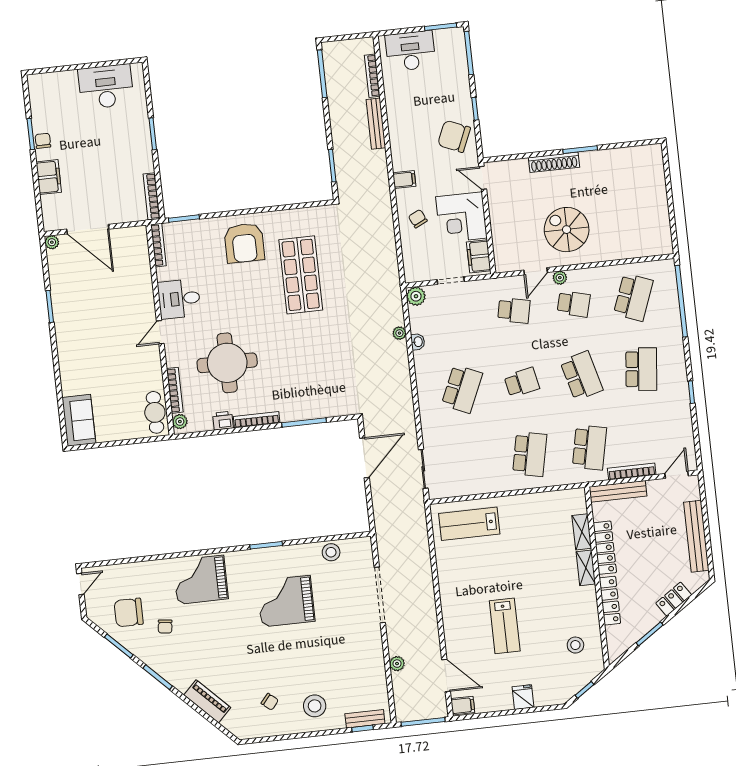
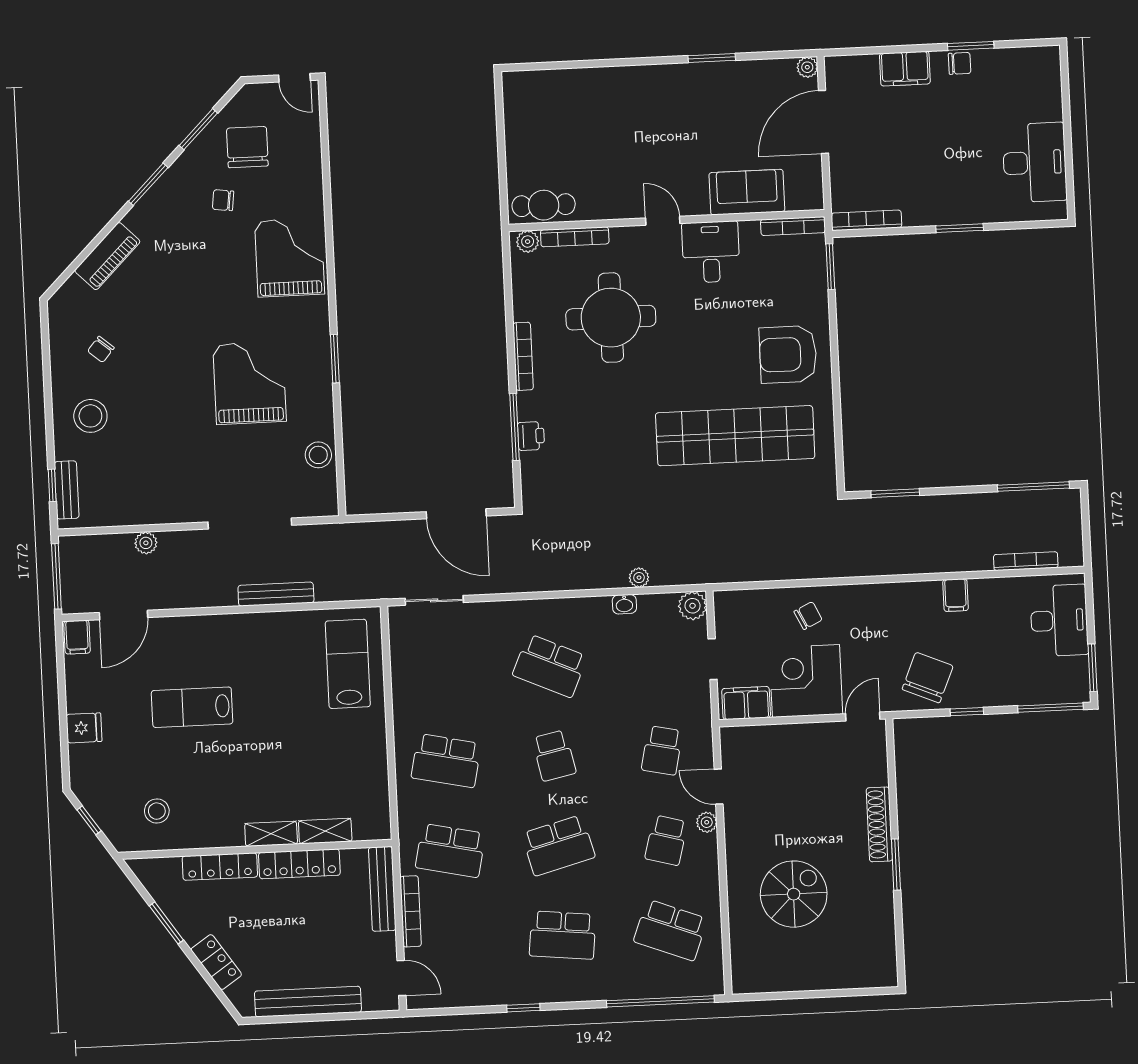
bench: (376, 124) -> (276, 594), moved
filing cabinet: (404, 180) -> (955, 595), moved
spiral stairs: (567, 230) -> (794, 894), moved
shop shelf: (301, 275) -> (735, 436), width x1.40
sofa: (79, 420) -> (747, 192), moved, turned 180
printer: (223, 421) -> (531, 436), moved

